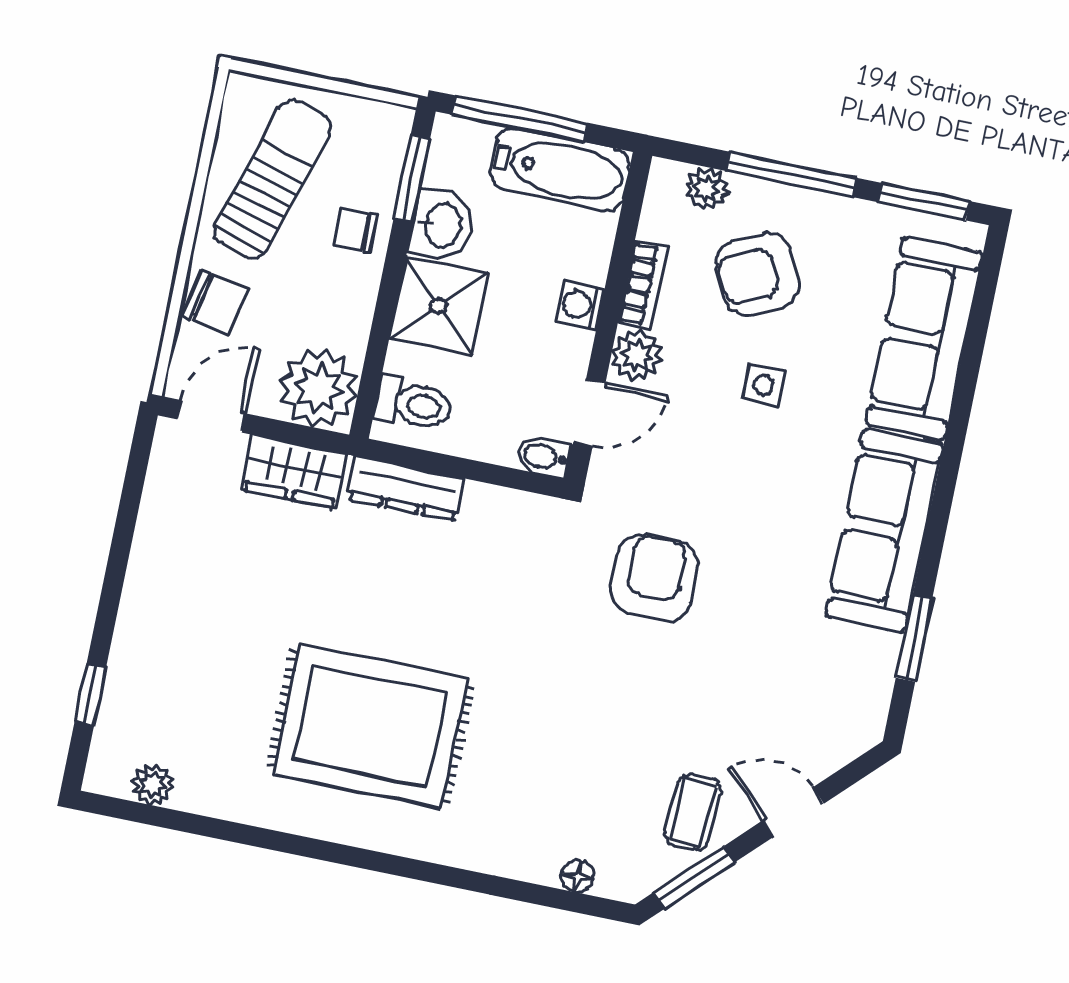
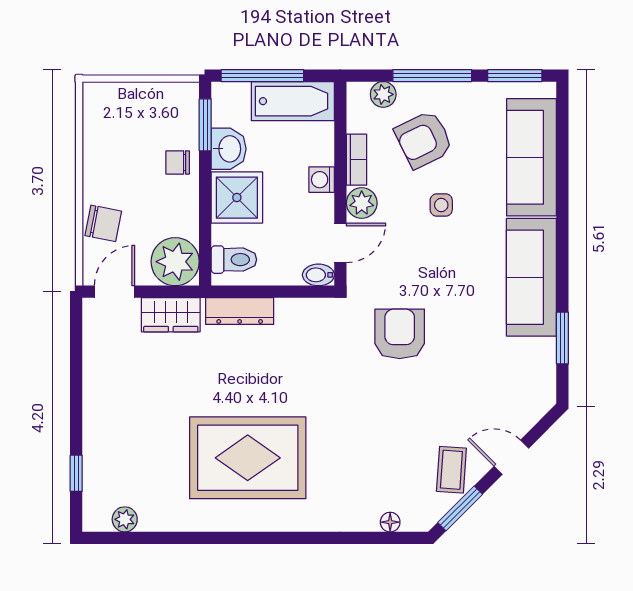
sun lounger: (273, 179) -> (122, 142), removed

